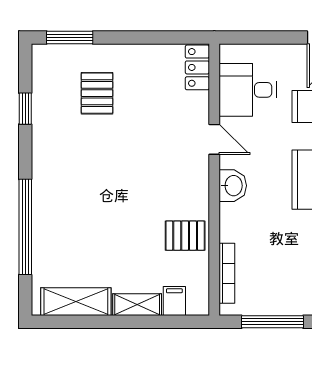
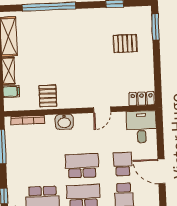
desk: (248, 90) -> (141, 127), moved
washbasin: (233, 186) -> (64, 122), moved

